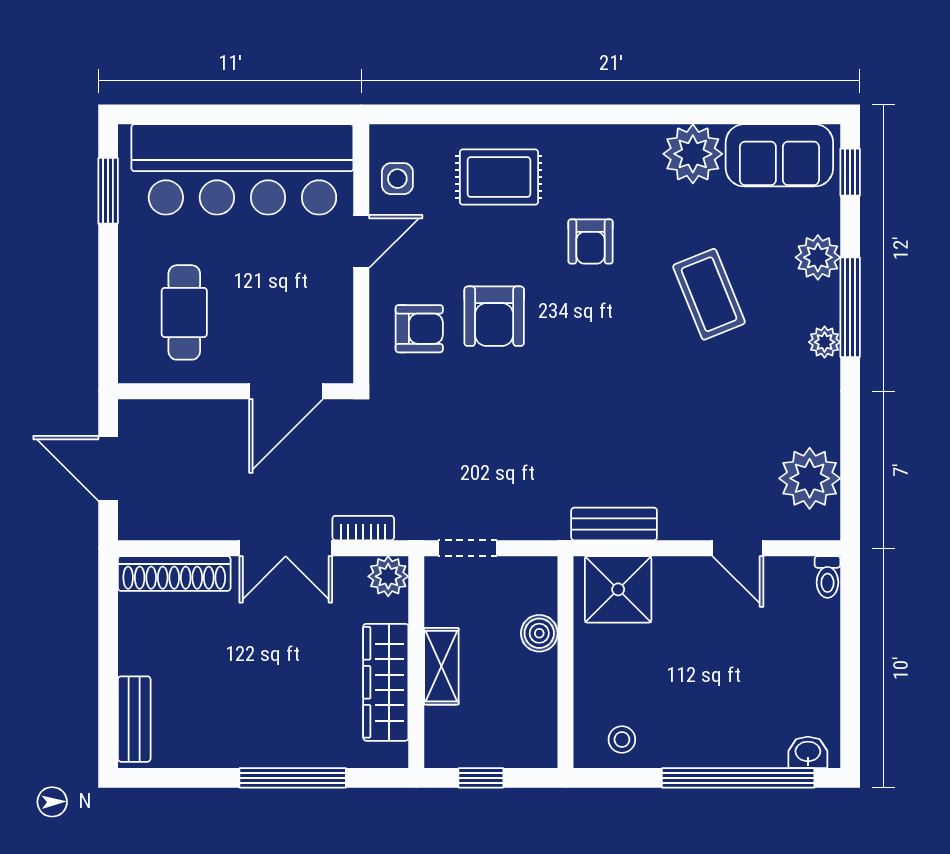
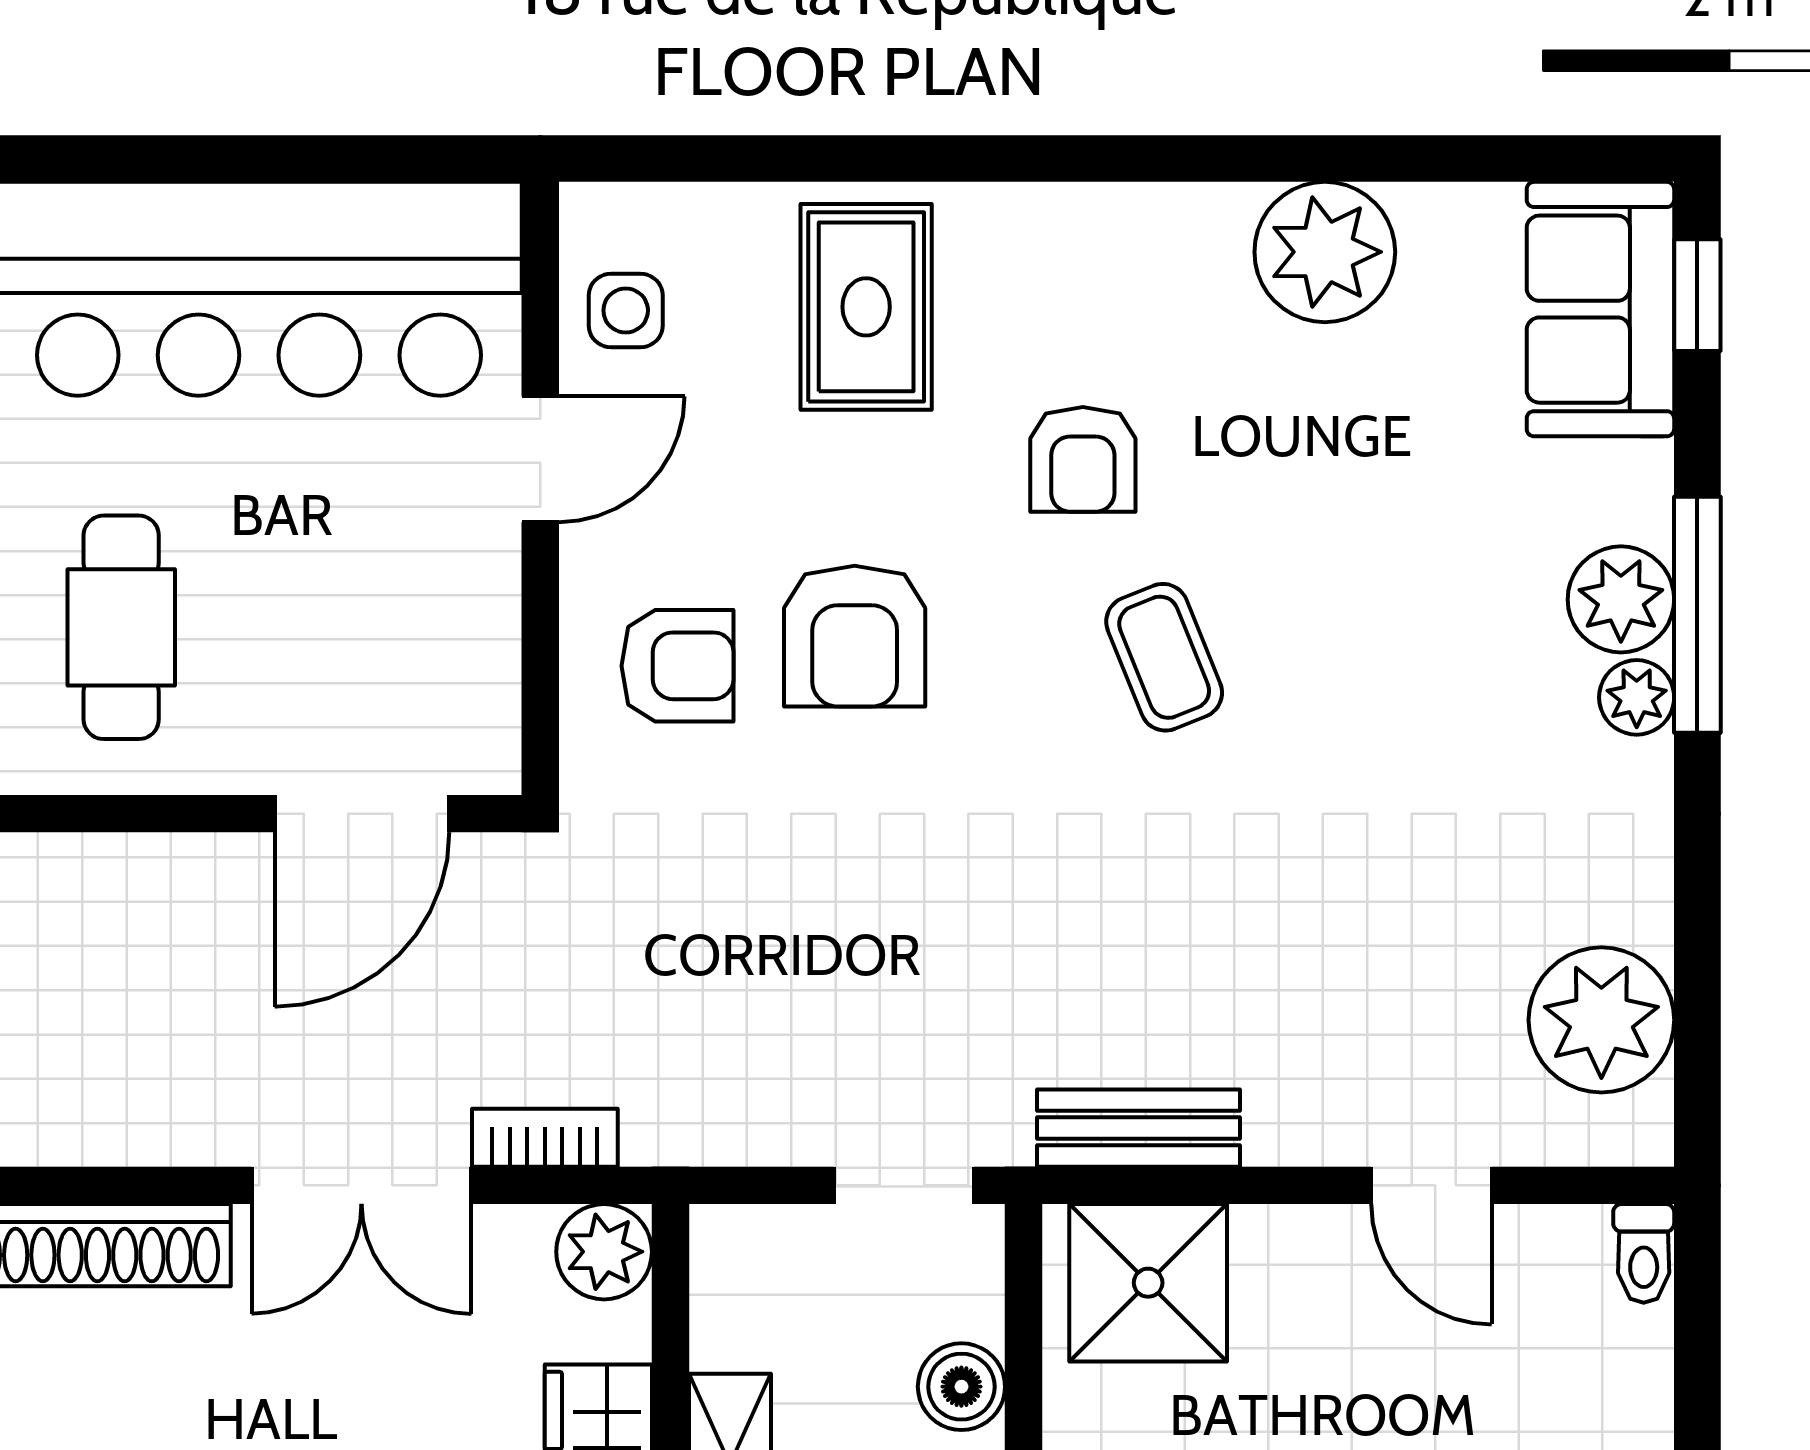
sofa: (779, 155) -> (1600, 309), moved, turned 90
rug: (499, 177) -> (866, 307), turned 90
plant: (818, 257) -> (1621, 599), moved
coffee table: (709, 294) -> (1164, 657), moved, width x0.73, depth x0.77
doorway: (468, 548) -> (904, 1185), moved

